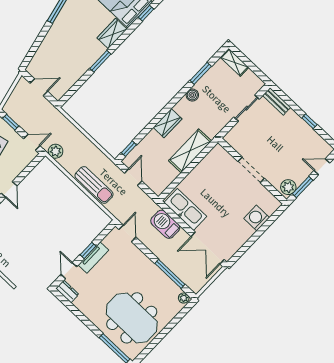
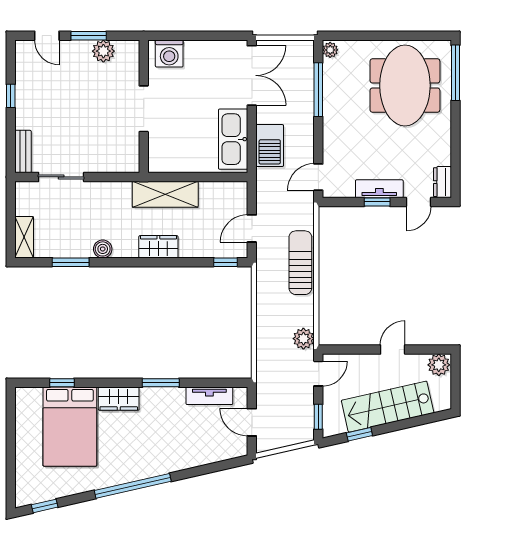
tv unit: (71, 79) -> (209, 396), added
door: (32, 142) -> (318, 374), swing flipped
doorway: (251, 170) -> (144, 109), moved
wall: (252, 171) -> (144, 106), moved

